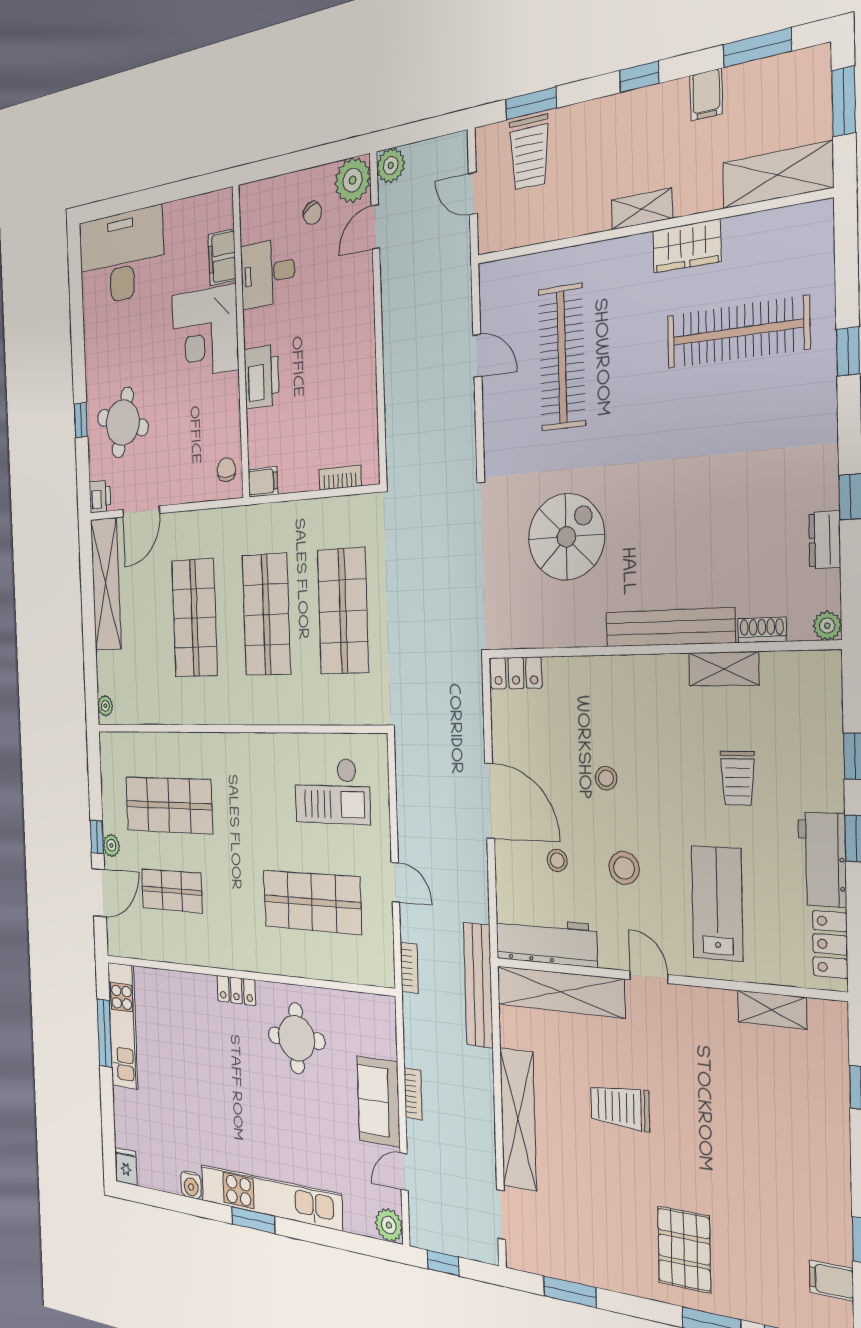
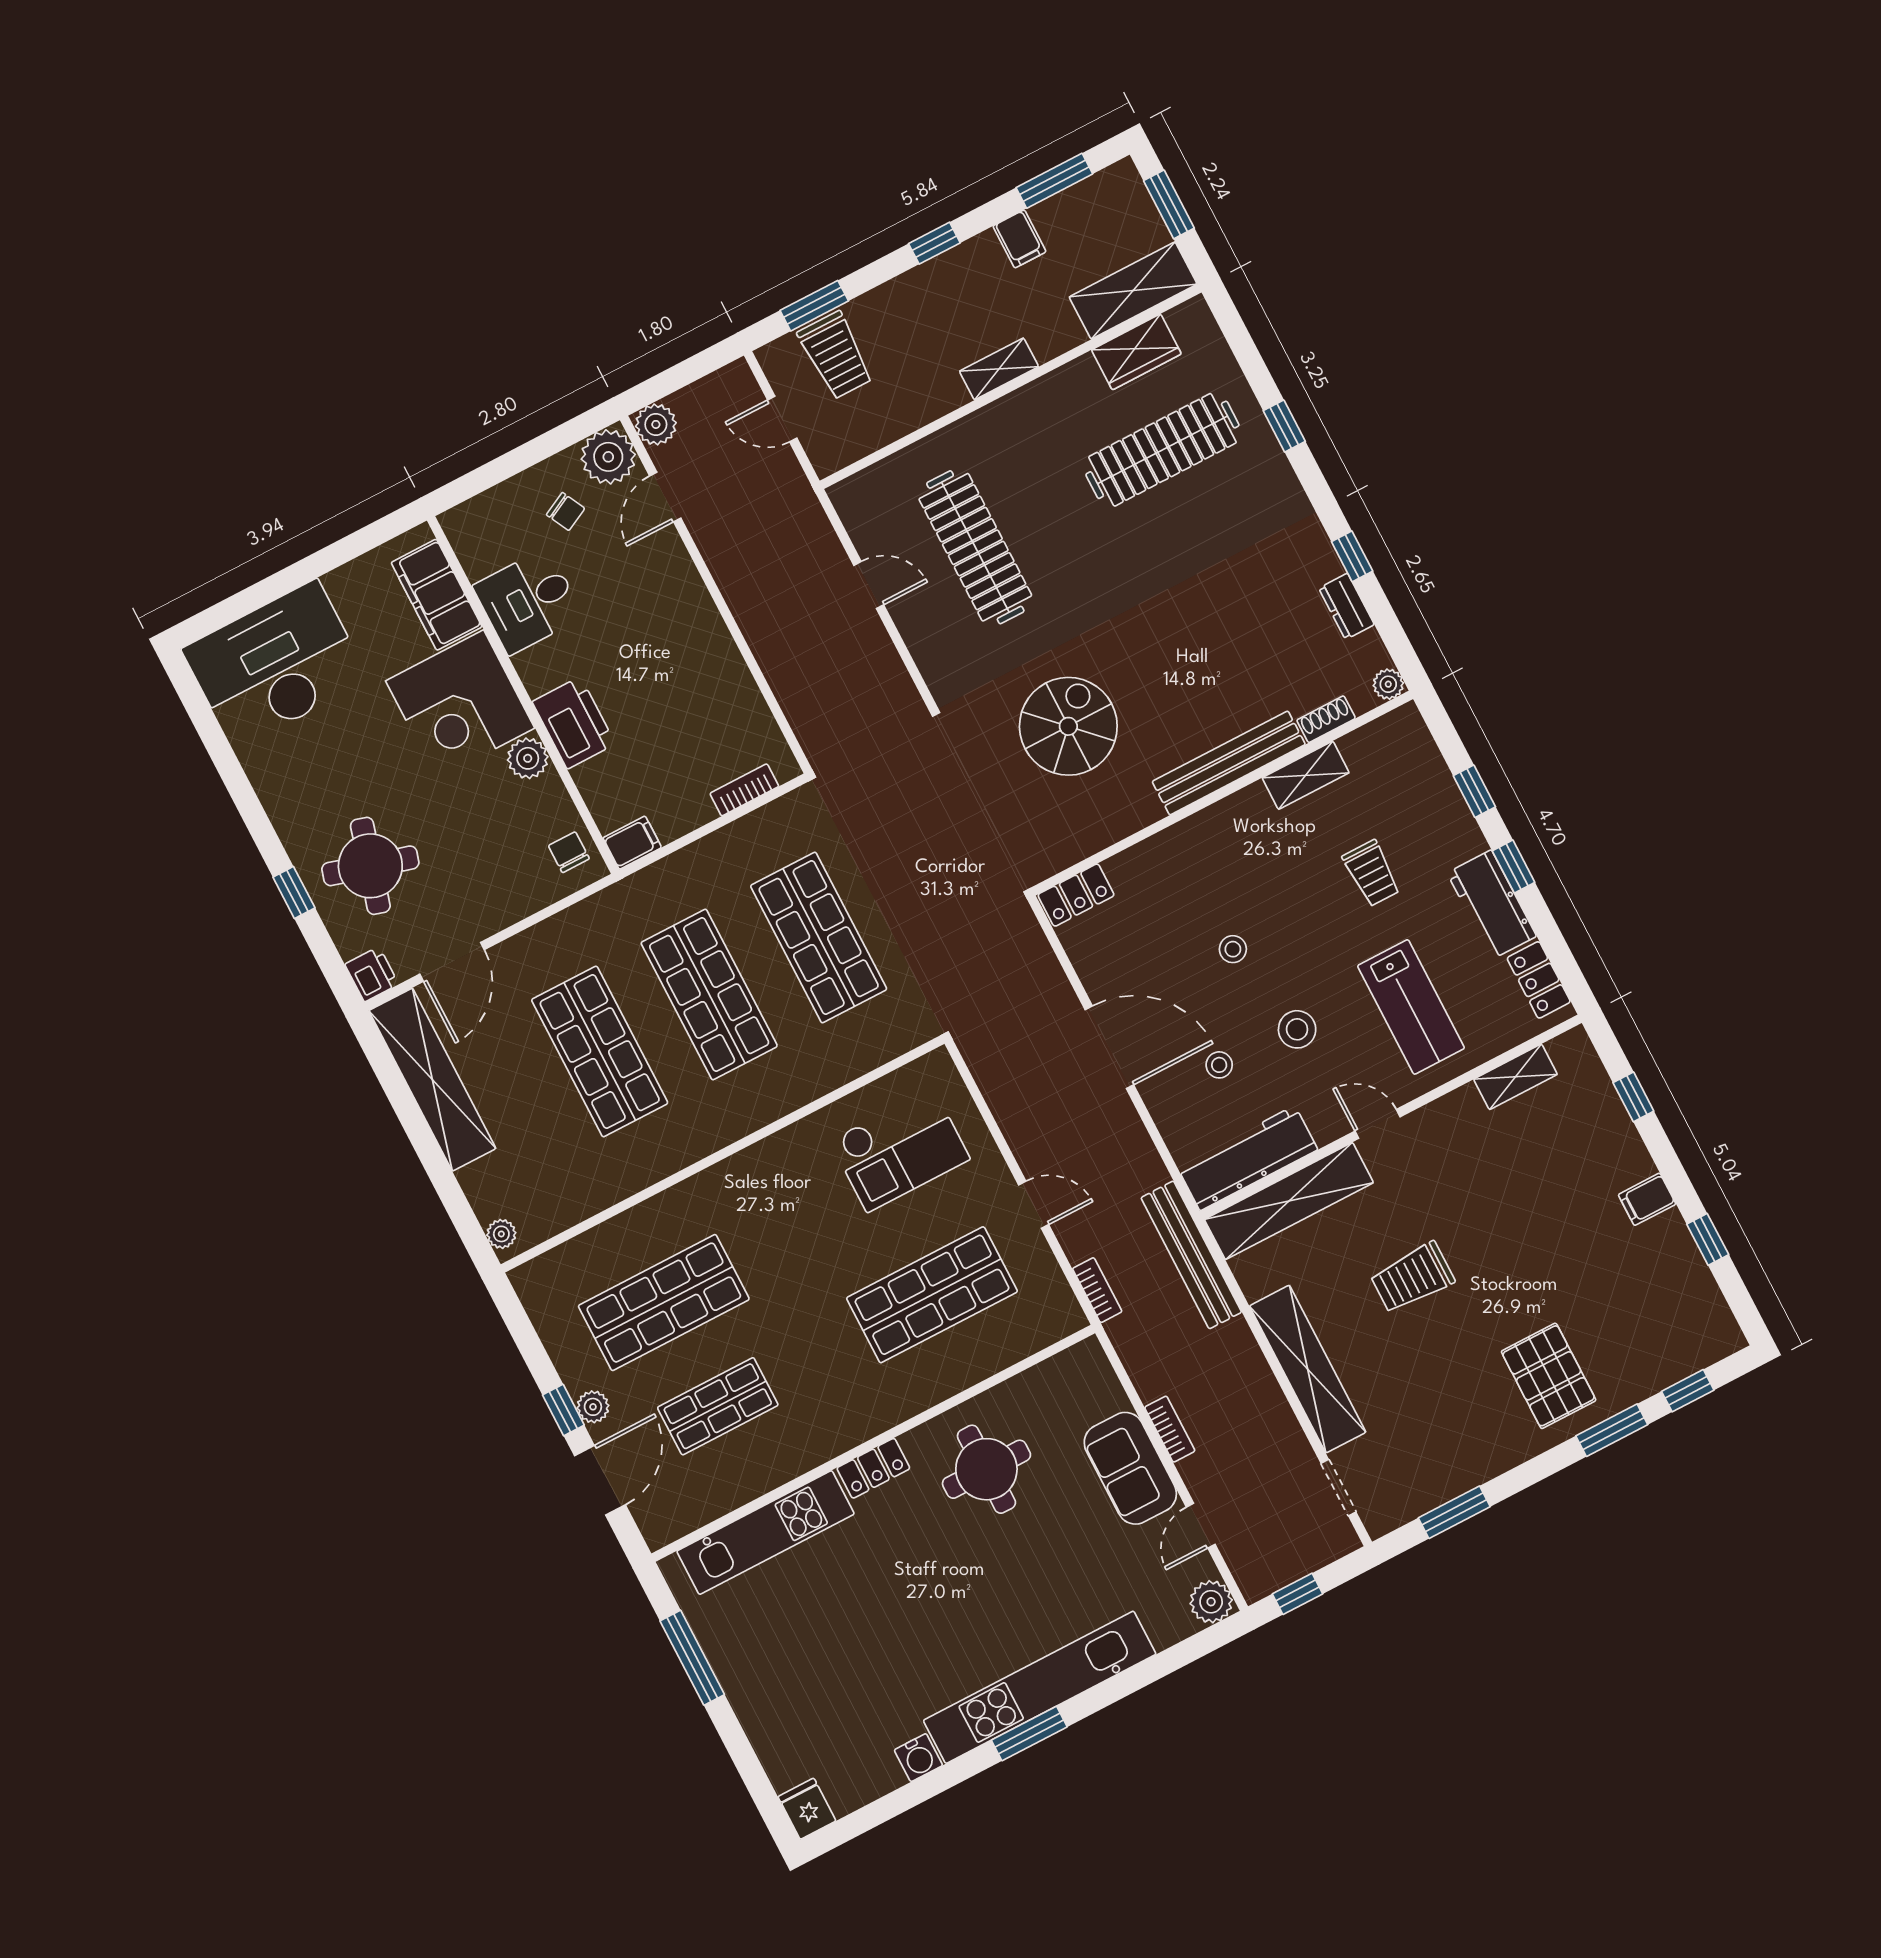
wardrobe: (687, 246) -> (1136, 352), moved
filing cabinet: (222, 257) -> (437, 595), width x1.50, depth x1.17
plant: (228, 390) -> (528, 758), added
lab bench: (717, 903) -> (1411, 1007), turned 180
kitchen unit: (123, 1026) -> (766, 1533), moved, turned 90
filing cabinet: (831, 1281) -> (1647, 1199), moved

